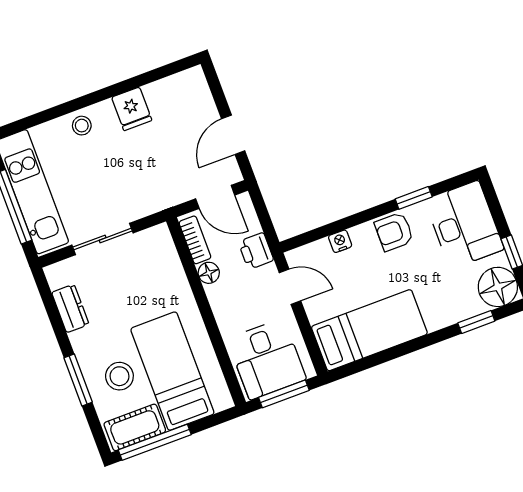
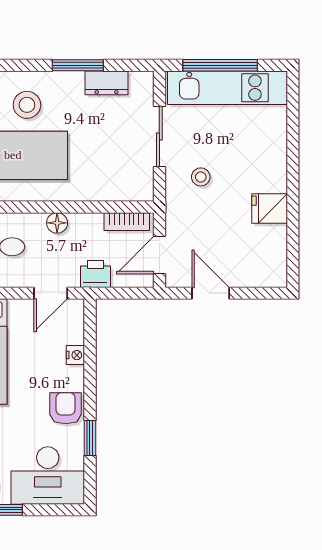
stool: (82, 126) -> (201, 177), moved
floor lamp: (209, 273) -> (57, 223), moved
window: (78, 380) -> (78, 65), moved

